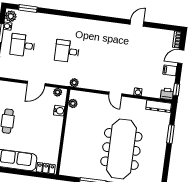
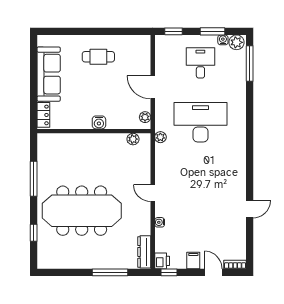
window: (28, 8) -> (250, 63), width x1.44
door: (137, 23) -> (250, 209), hinge flipped
desk: (67, 51) -> (200, 122), width x1.87, depth x1.30
door: (115, 94) -> (153, 193), hinge flipped
water cooler: (59, 111) -> (99, 122), moved
window: (170, 134) -> (110, 272), width x1.44

